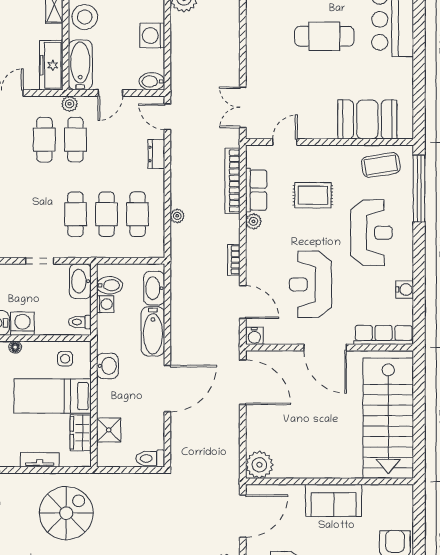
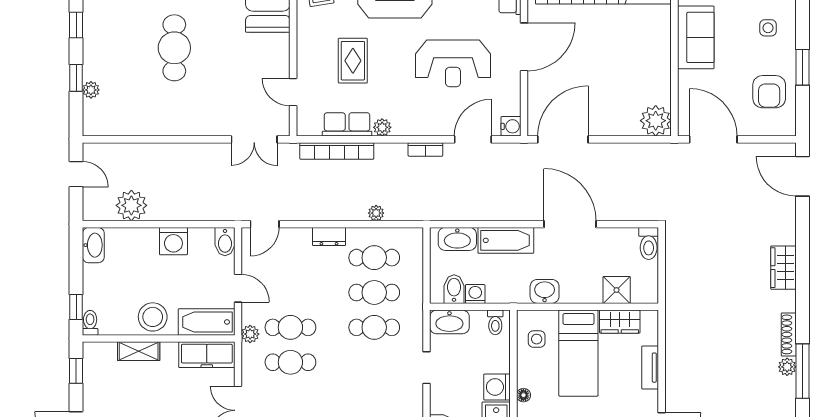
dresser: (156, 154) -> (329, 236), moved
spiral stairs: (66, 513) -> (710, 338), removed

